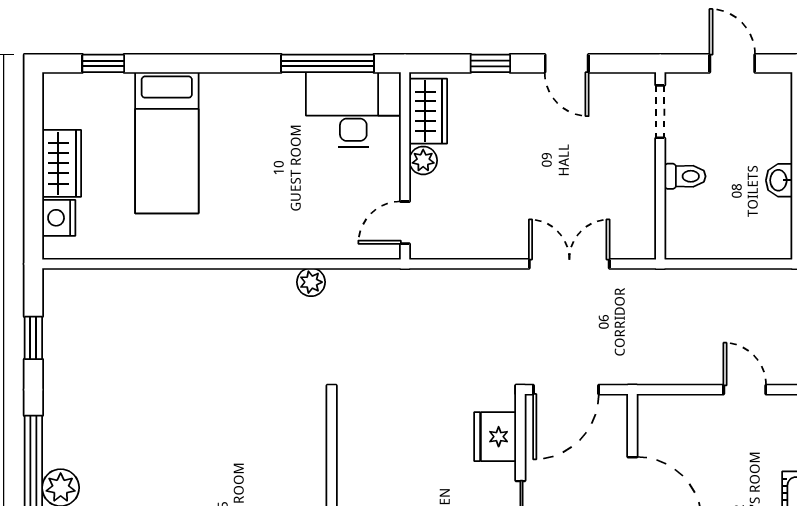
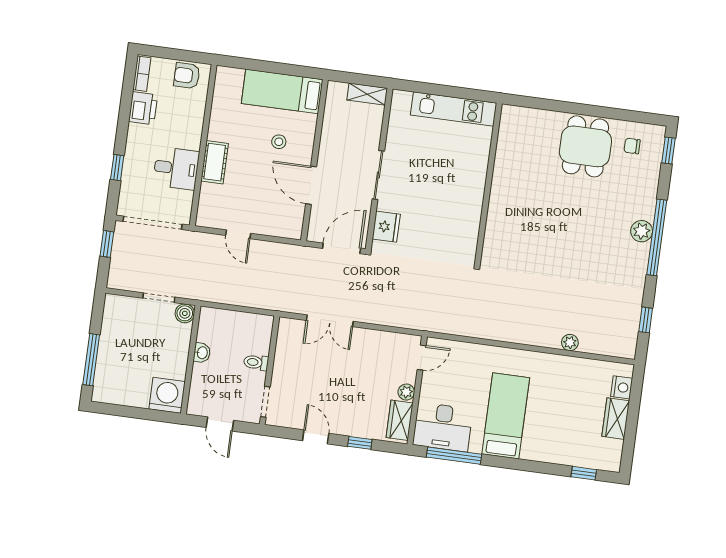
bed: (167, 143) -> (506, 416), moved
plant: (311, 282) -> (570, 343), moved

